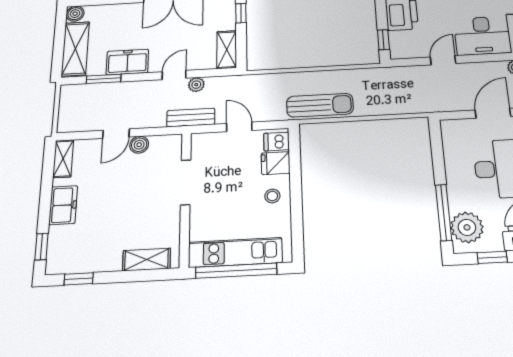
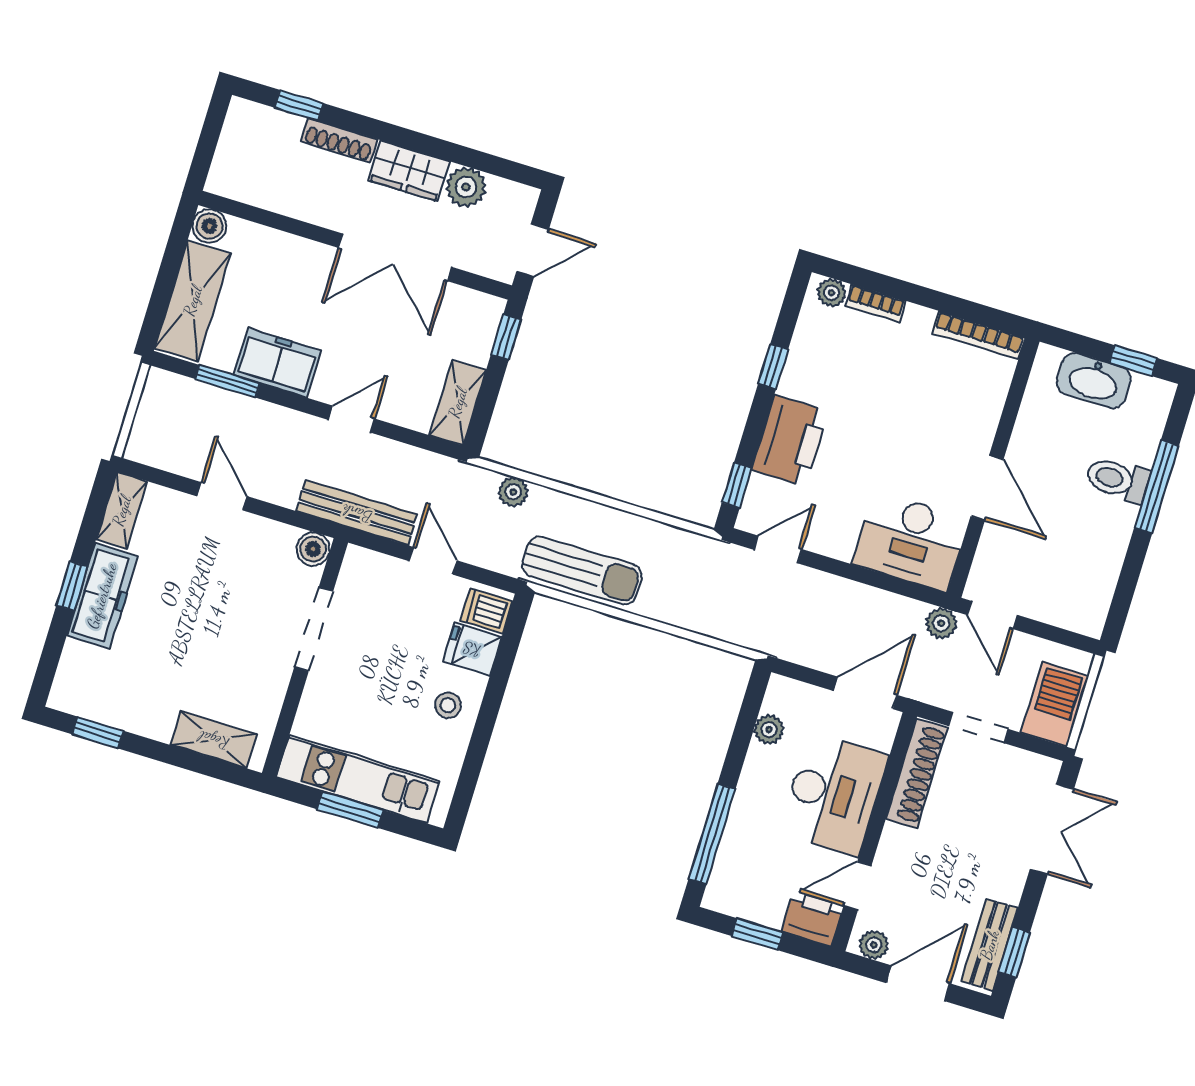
door: (443, 60) -> (778, 550), moved
plant: (196, 85) -> (513, 492), moved
bench: (191, 117) -> (357, 513), width x1.36
door: (116, 134) -> (222, 496), swing flipped
boiler: (139, 145) -> (313, 549), moved
freezer: (63, 205) -> (102, 596), width x1.40
plant: (467, 227) -> (769, 730), moved, width x0.53, depth x0.53
window: (41, 247) -> (72, 586), moved
window: (236, 271) -> (350, 810), width x0.47

